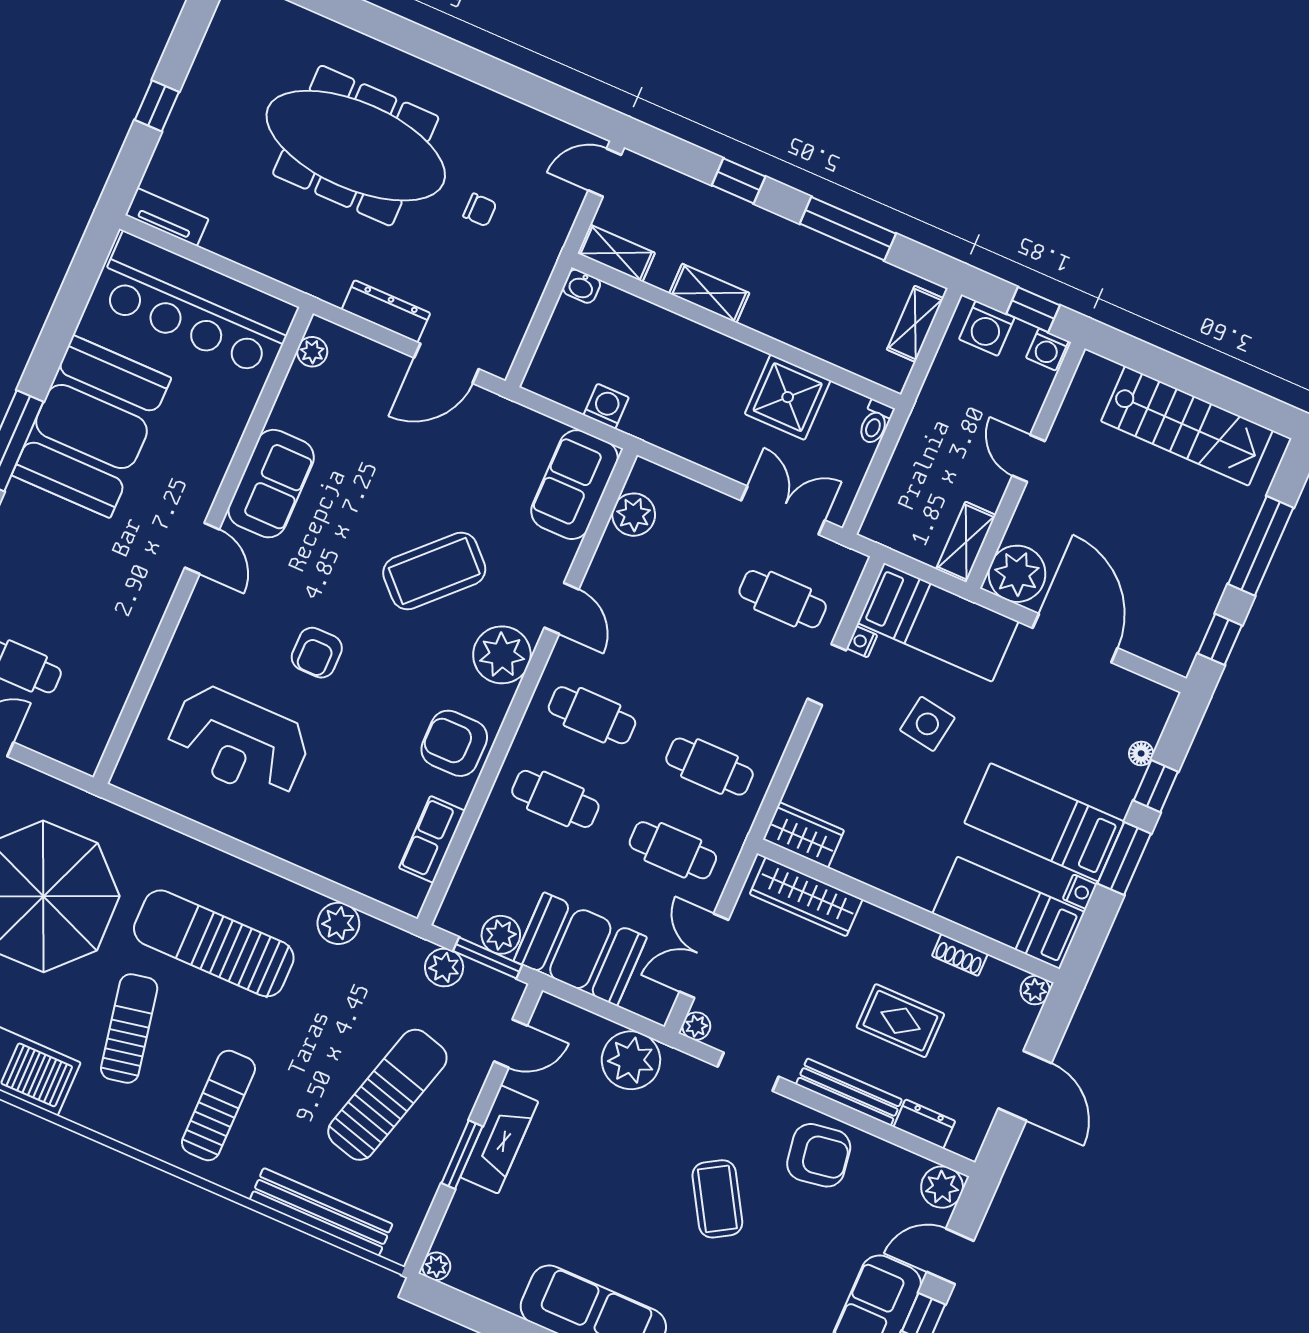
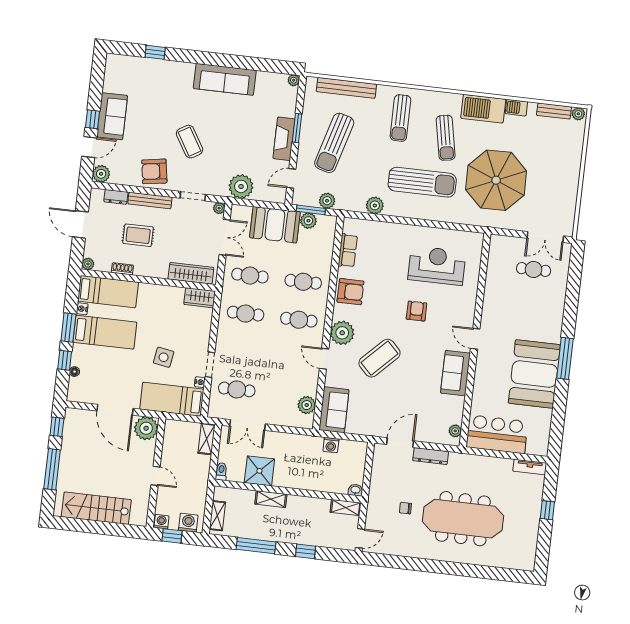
shelving: (709, 293) -> (271, 499), moved
bar counter: (196, 305) -> (497, 434), width x0.73
shelving: (966, 542) -> (207, 439), moved

